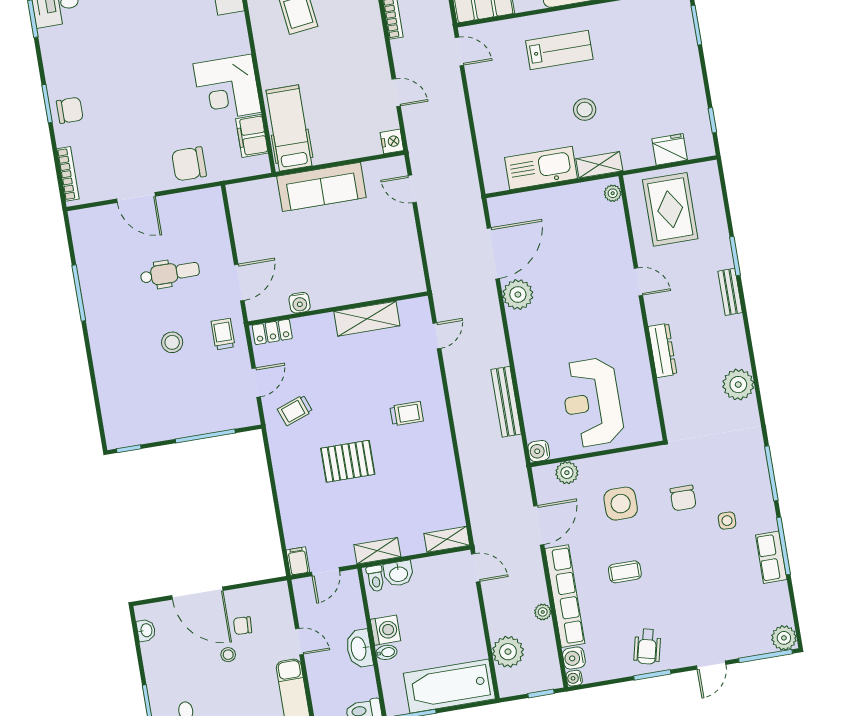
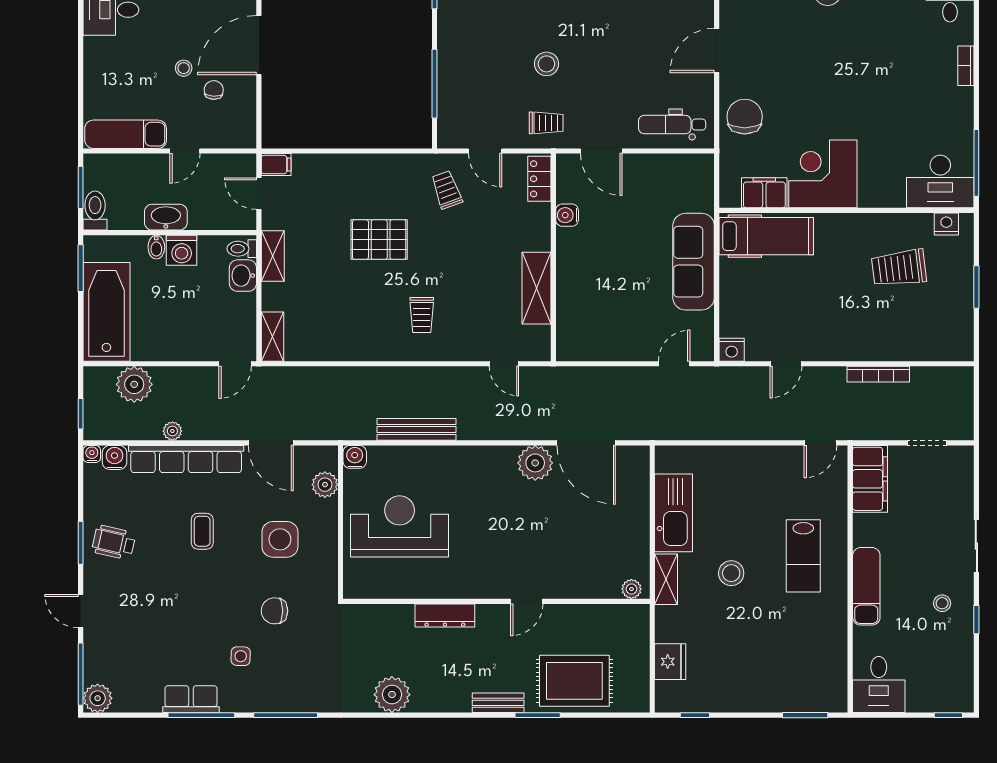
rug: (670, 209) -> (574, 681), moved
dental chair: (170, 273) -> (672, 125), moved, turned 90
pallet: (348, 461) -> (379, 240), turned 90

